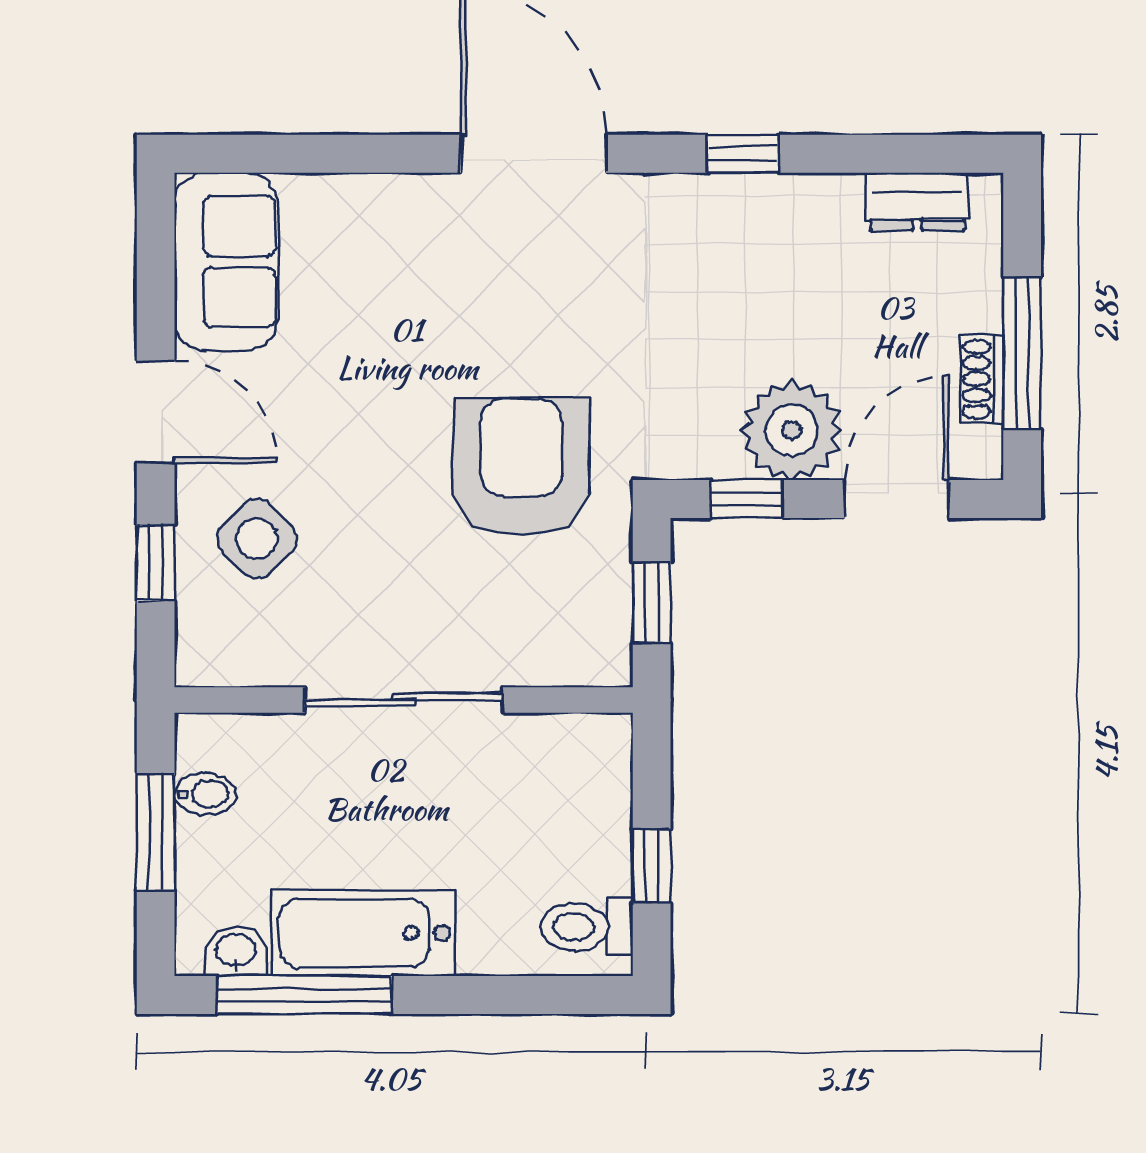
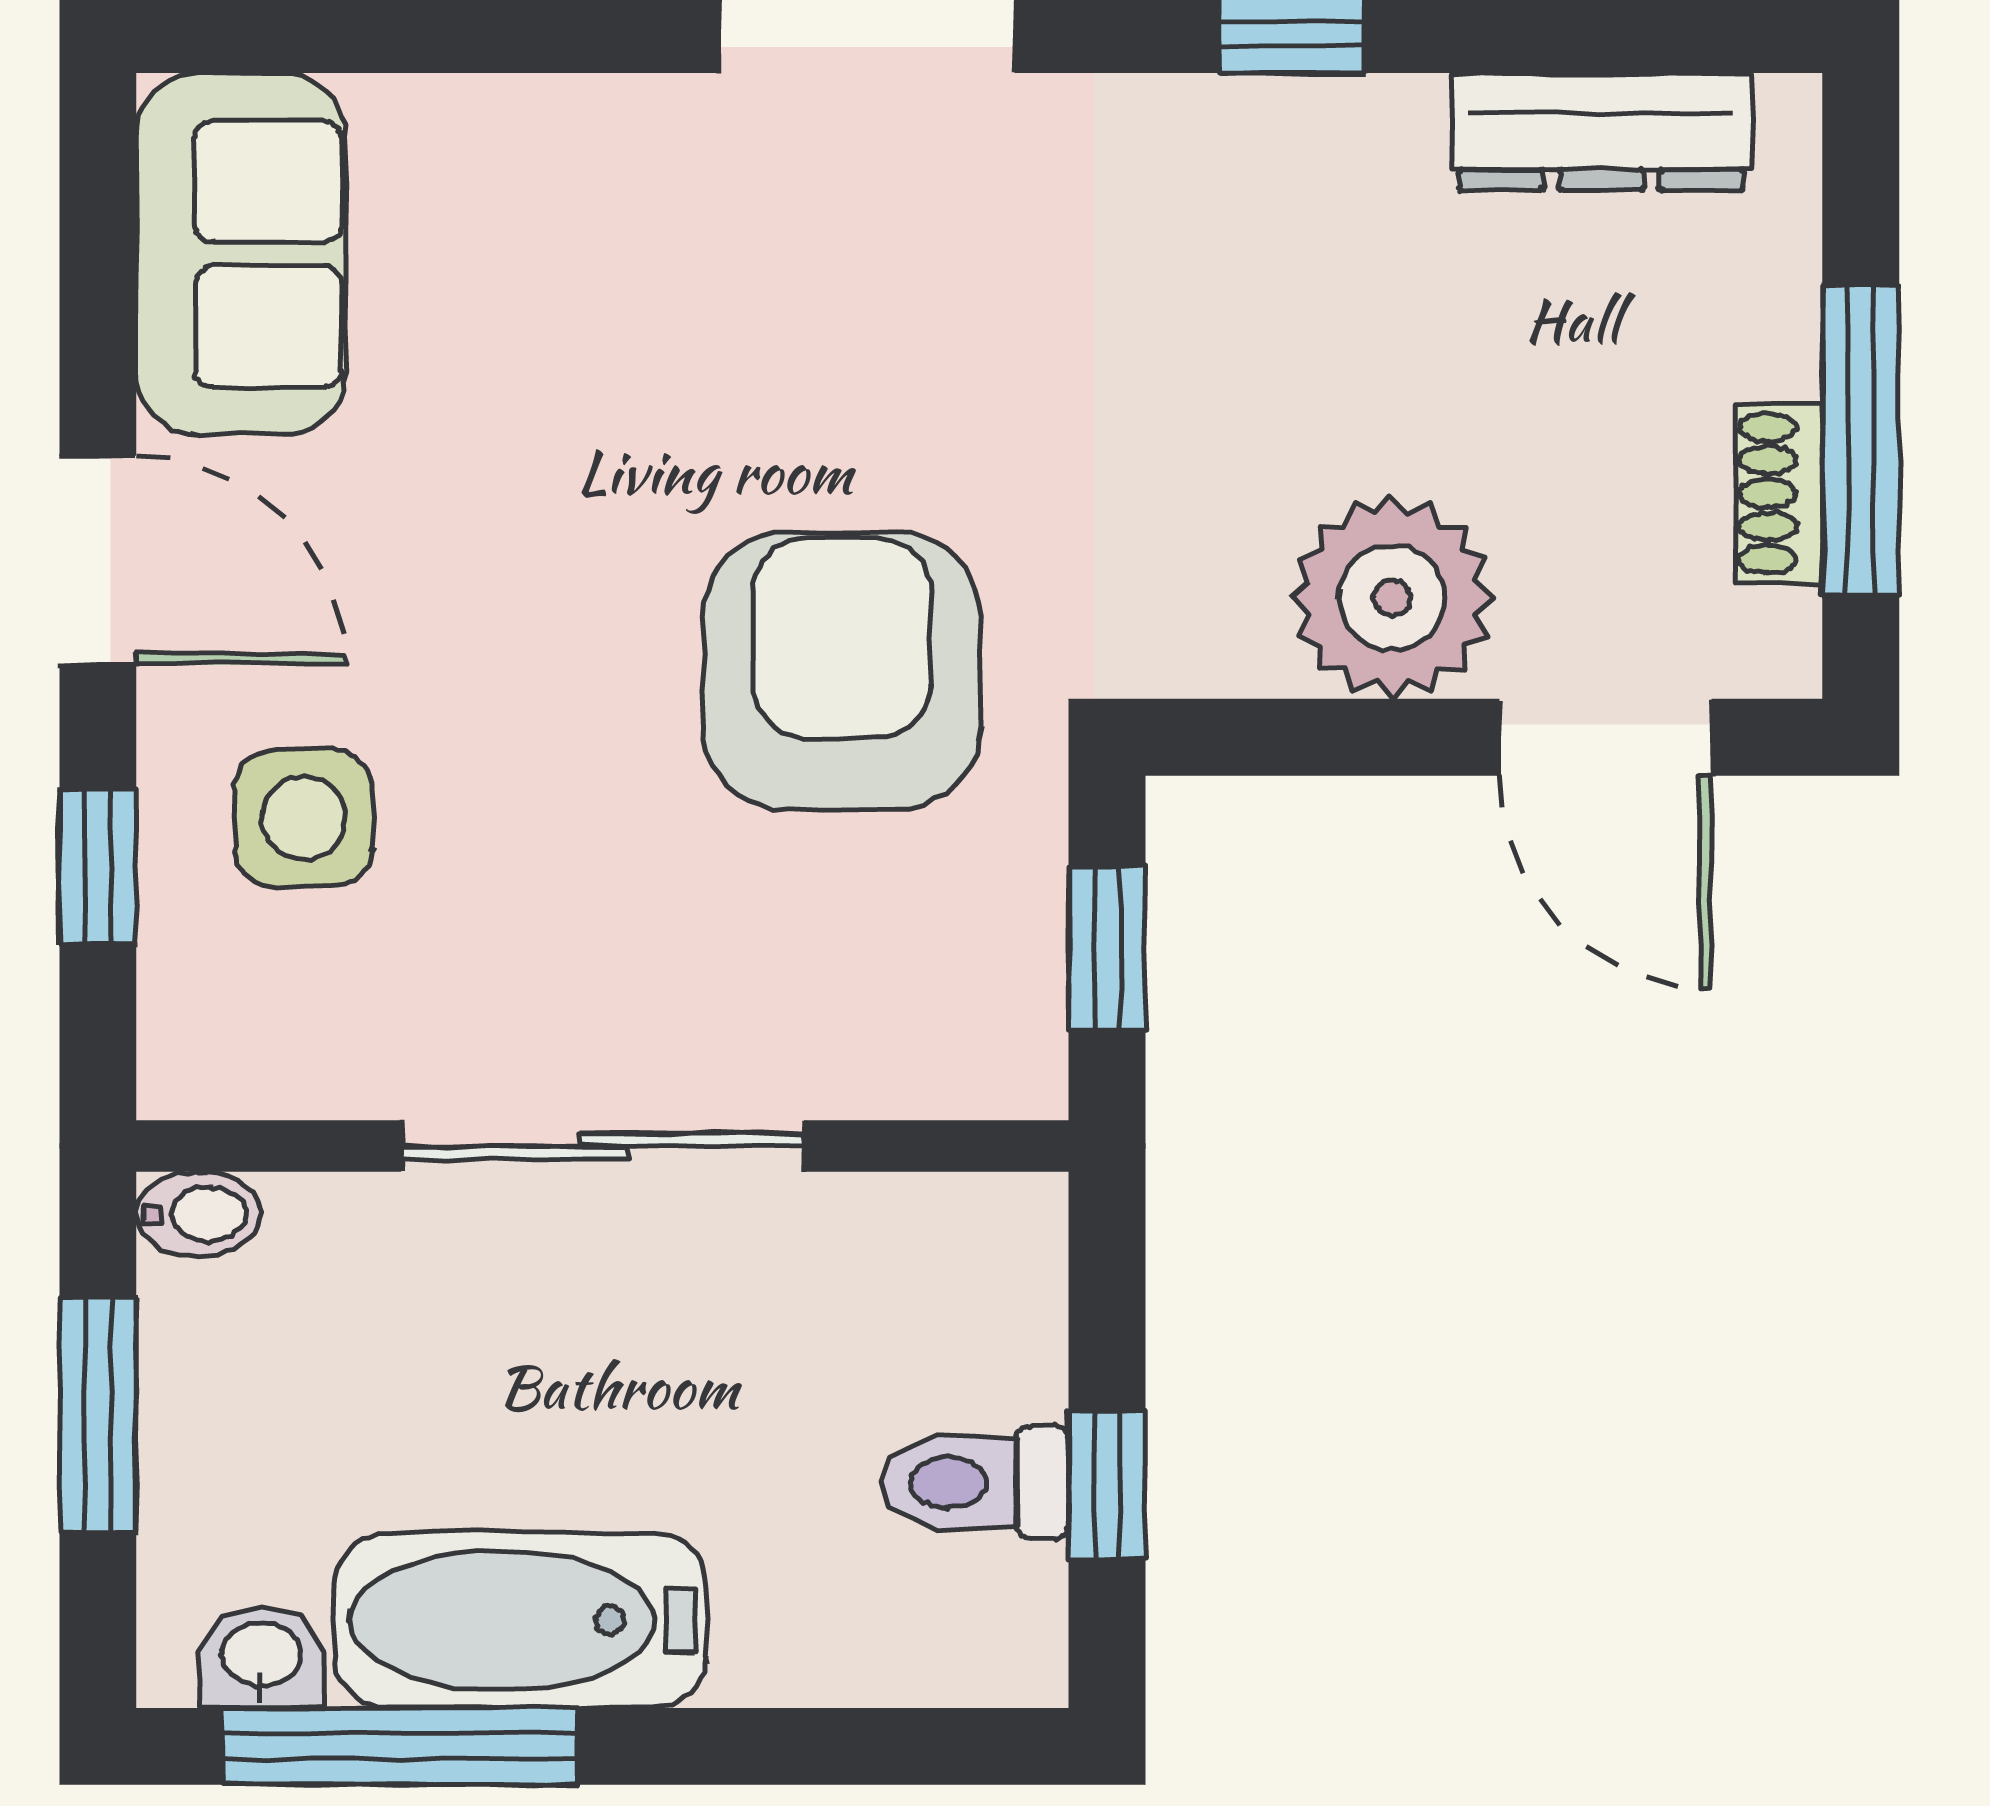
dresser: (917, 201) -> (1601, 132), width x1.44
window: (747, 499) -> (1300, 737), removed
door: (897, 499) -> (1605, 737), swing flipped
side table: (257, 539) -> (304, 818), turned 45
bidet: (205, 794) -> (198, 1214), moved
toilet: (587, 927) -> (975, 1482), moved

